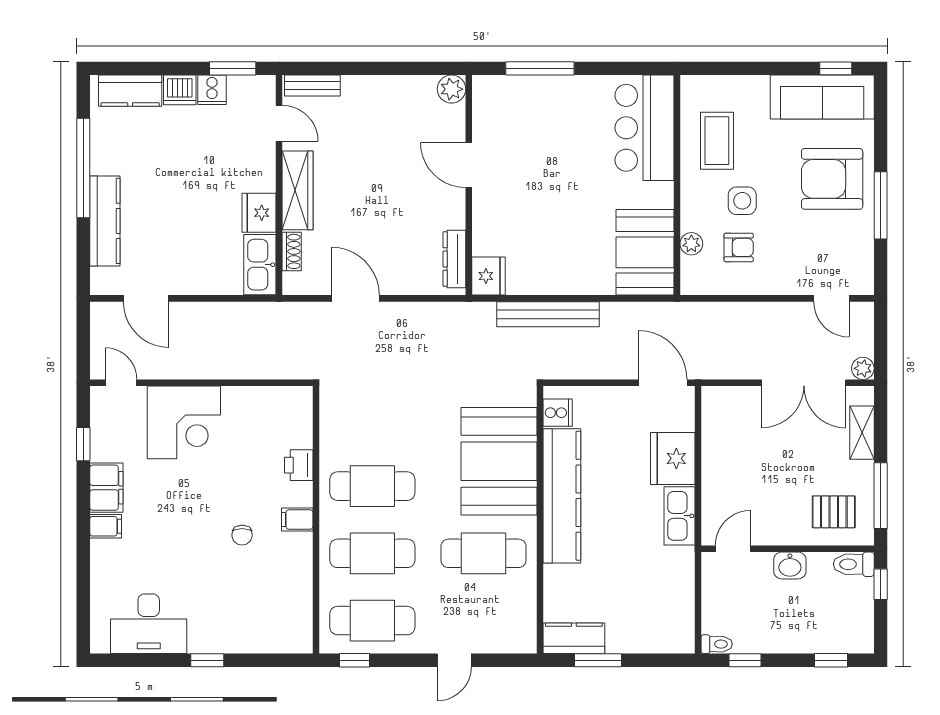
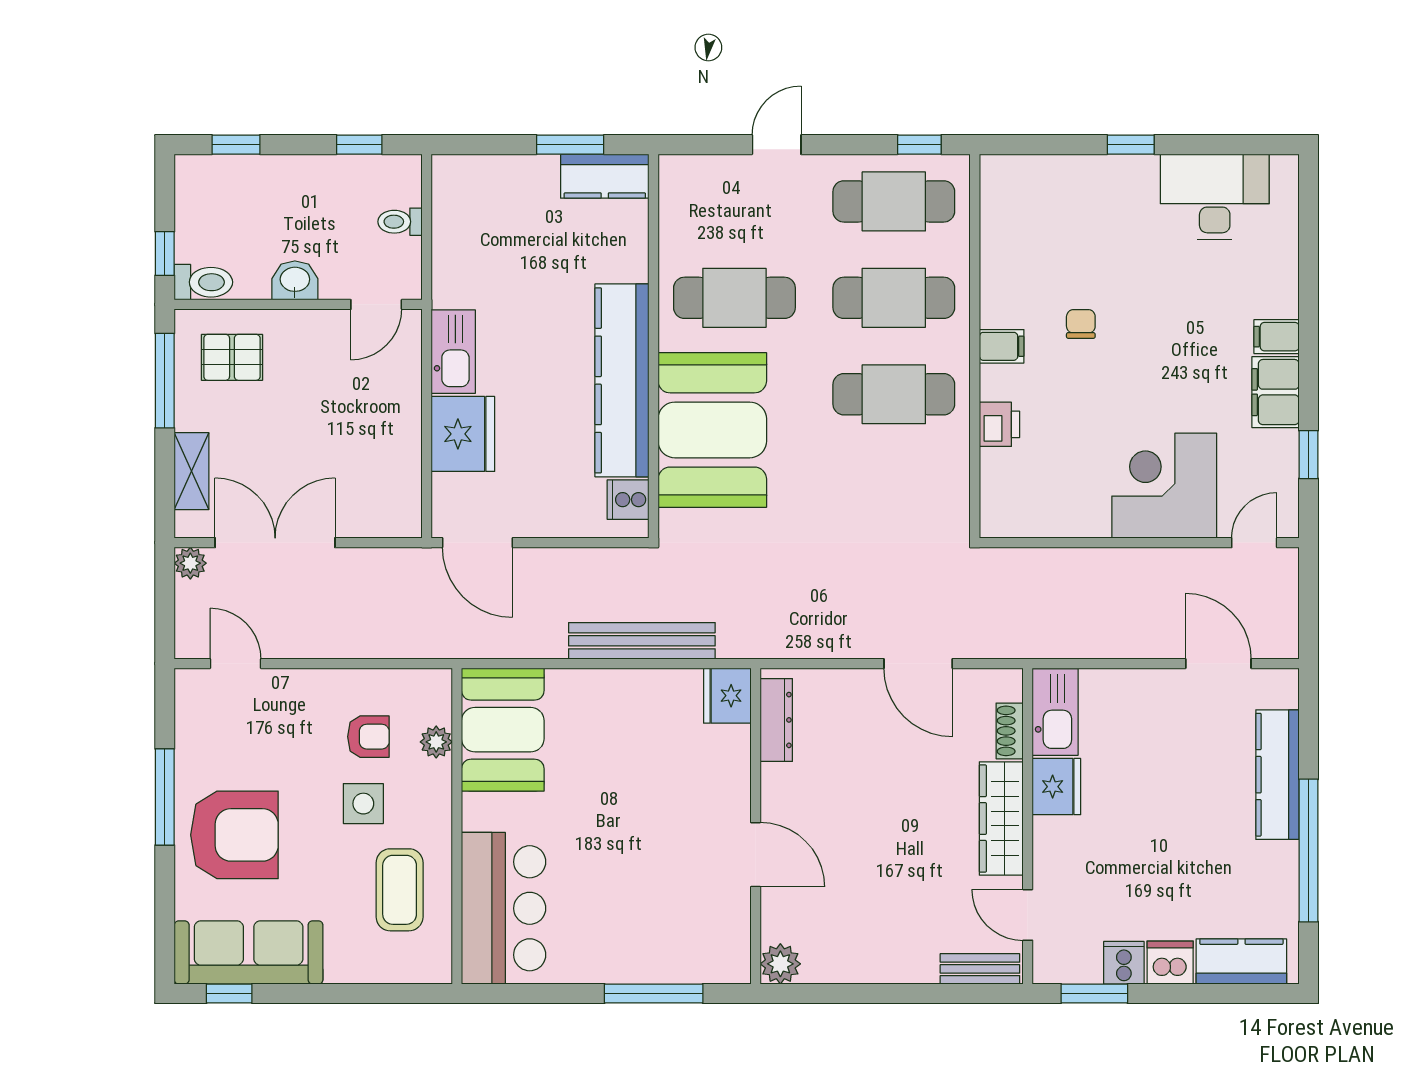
armchair: (739, 247) -> (368, 737), turned 180
door: (121, 383) -> (1254, 543), swing flipped
toilet: (717, 644) -> (400, 222), moved

